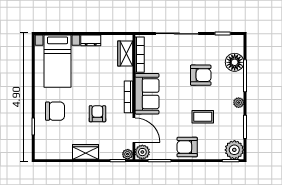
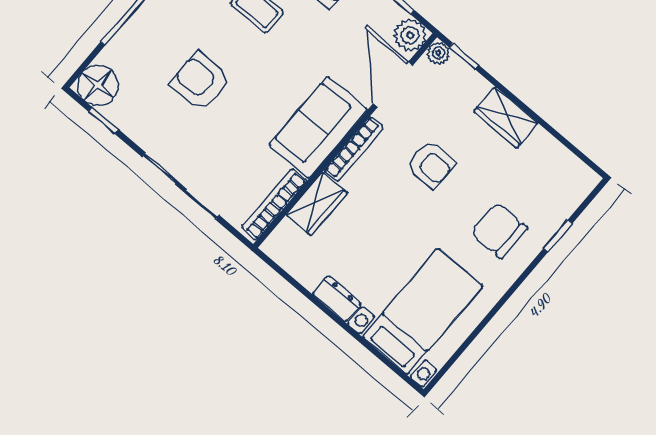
wardrobe: (125, 53) -> (317, 204), moved
floor lamp: (235, 62) -> (98, 85), moved
armchair: (97, 114) -> (431, 165), turned -90

